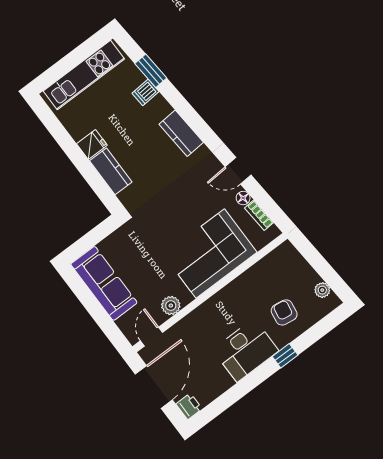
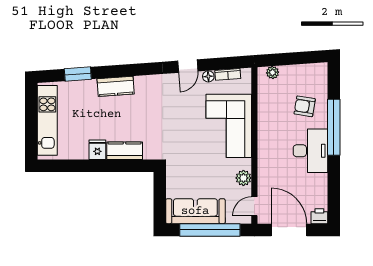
dishwasher: (146, 92) -> (90, 88), removed
kitchen counter: (181, 133) -> (116, 86), moved
plant: (322, 290) -> (273, 72), moved
window: (96, 311) -> (210, 230), added
door: (151, 337) -> (254, 206), hinge flipped
window: (285, 356) -> (334, 127), width x3.17

